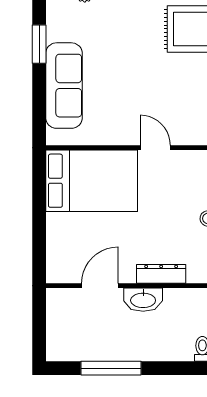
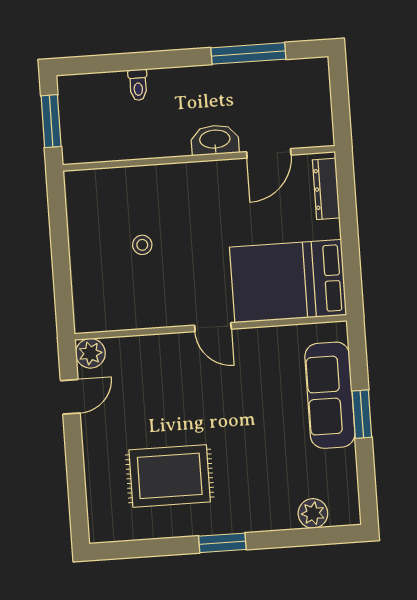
window: (39, 44) -> (362, 414), moved
dresser: (161, 274) -> (326, 189), moved, turned 90

